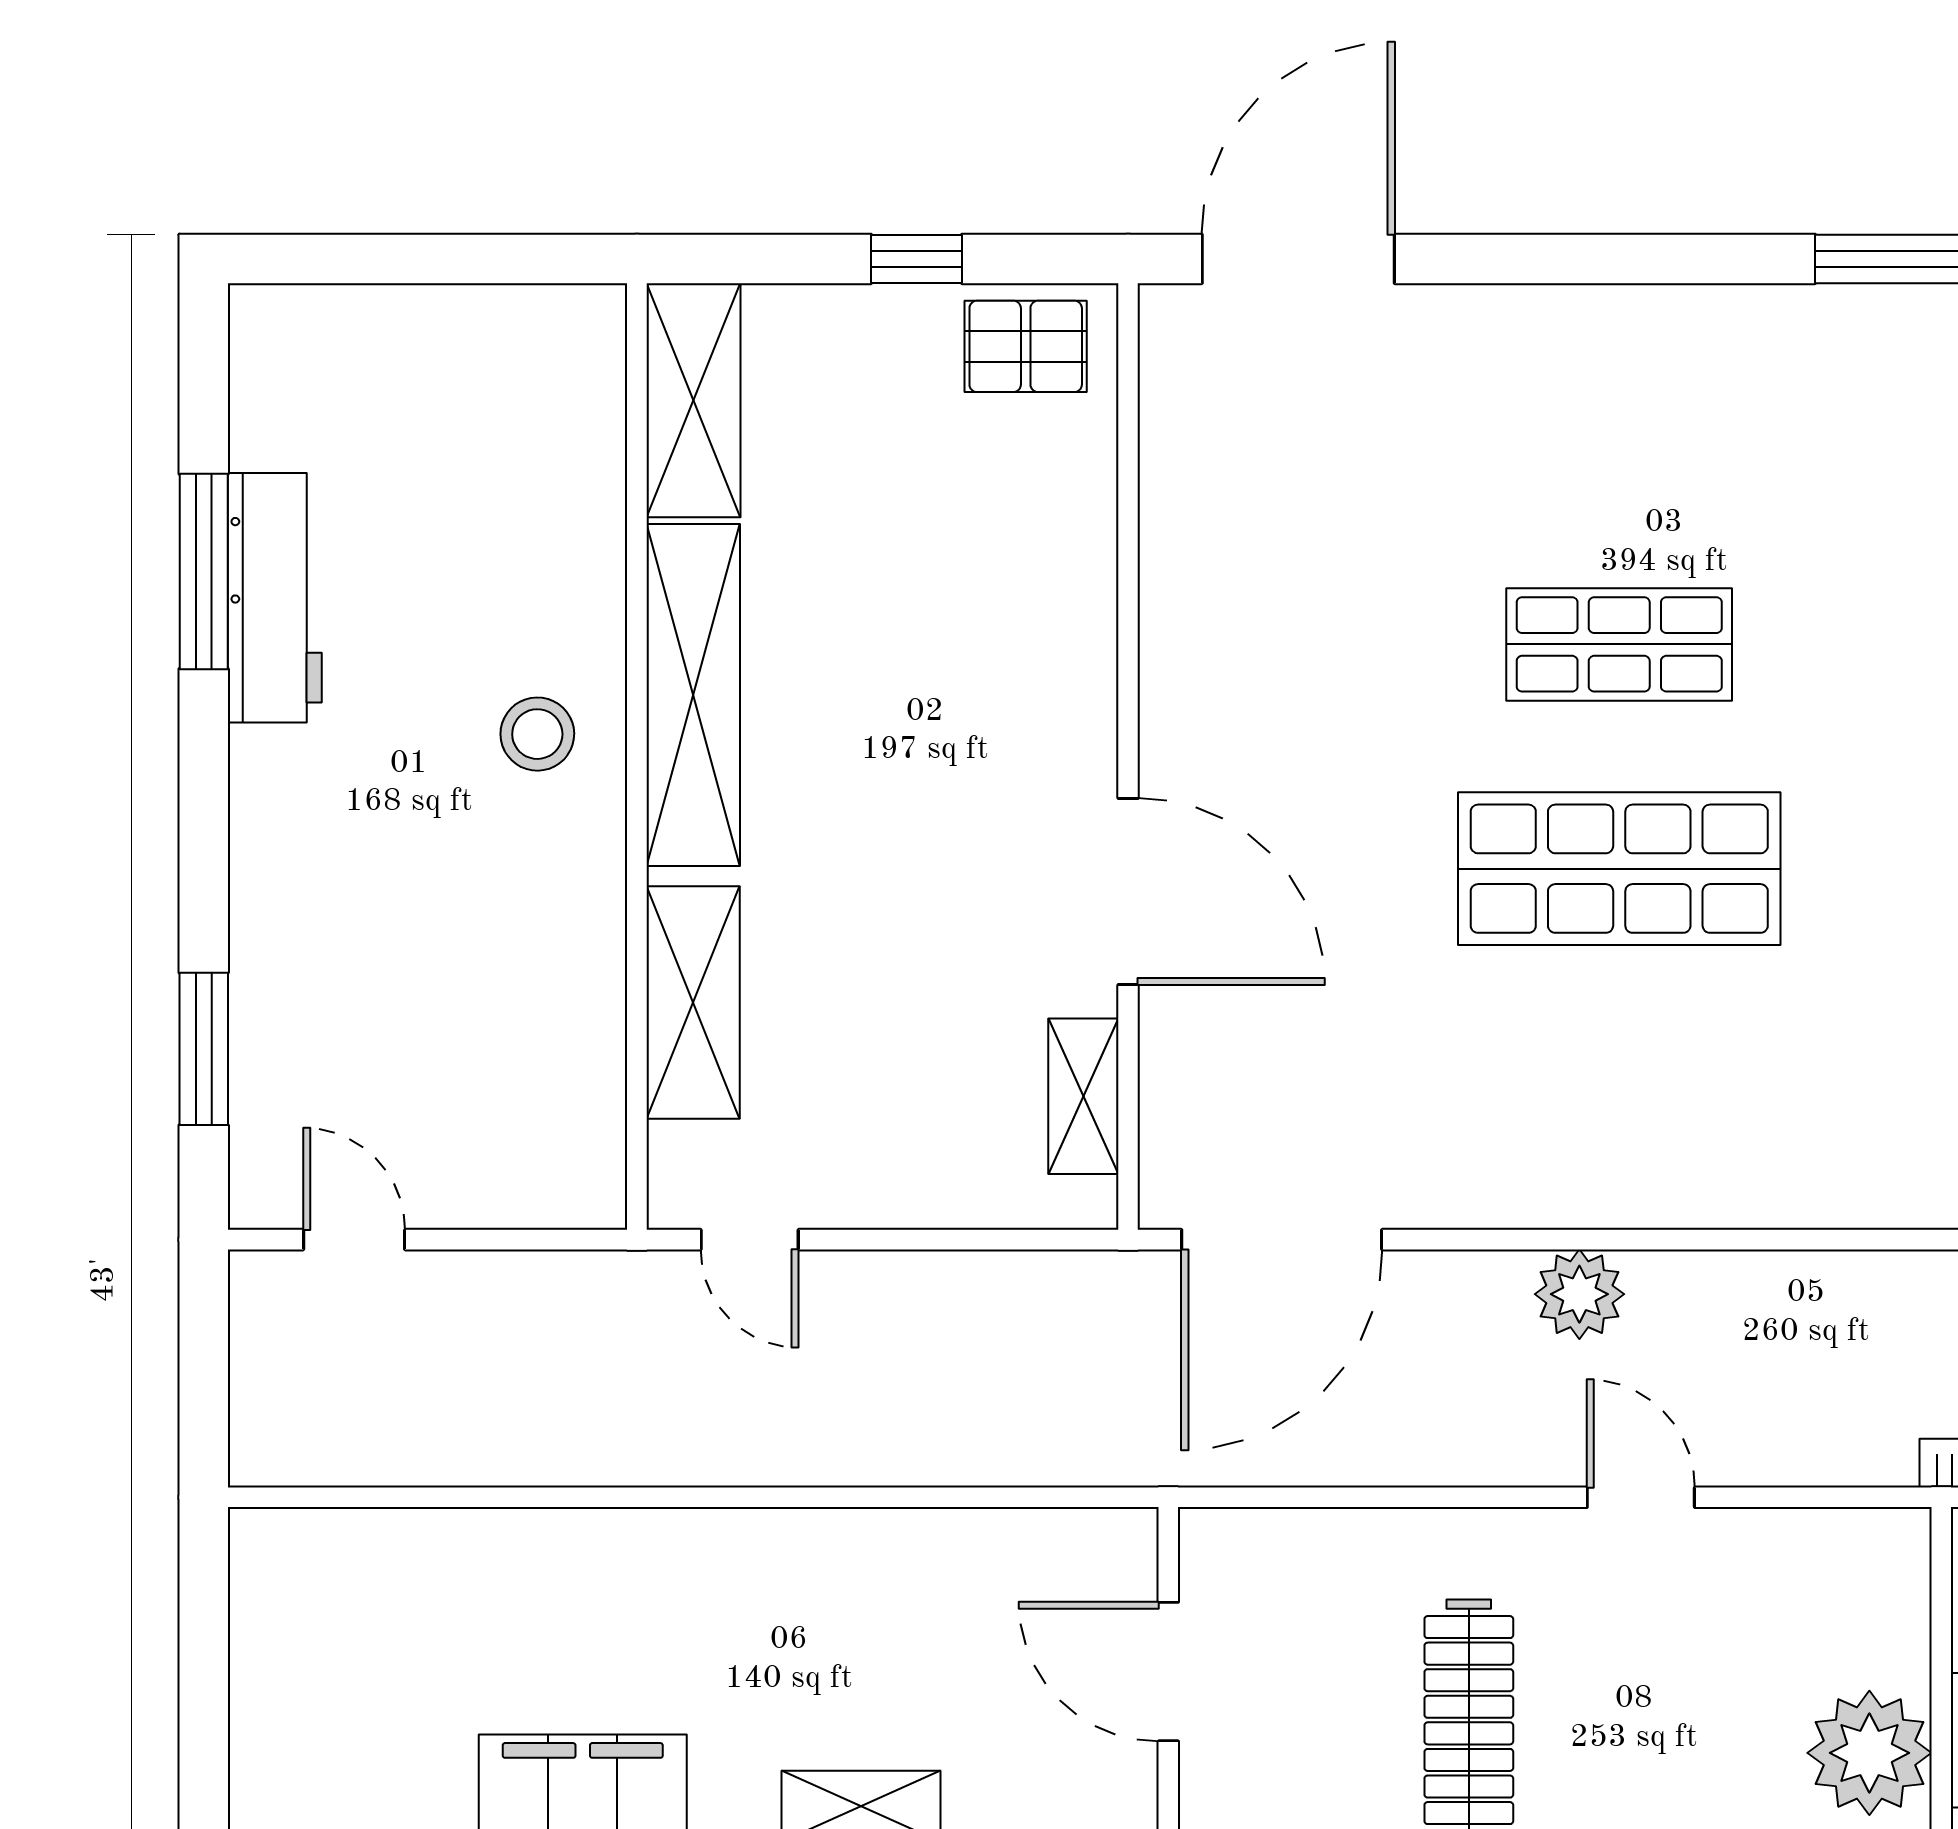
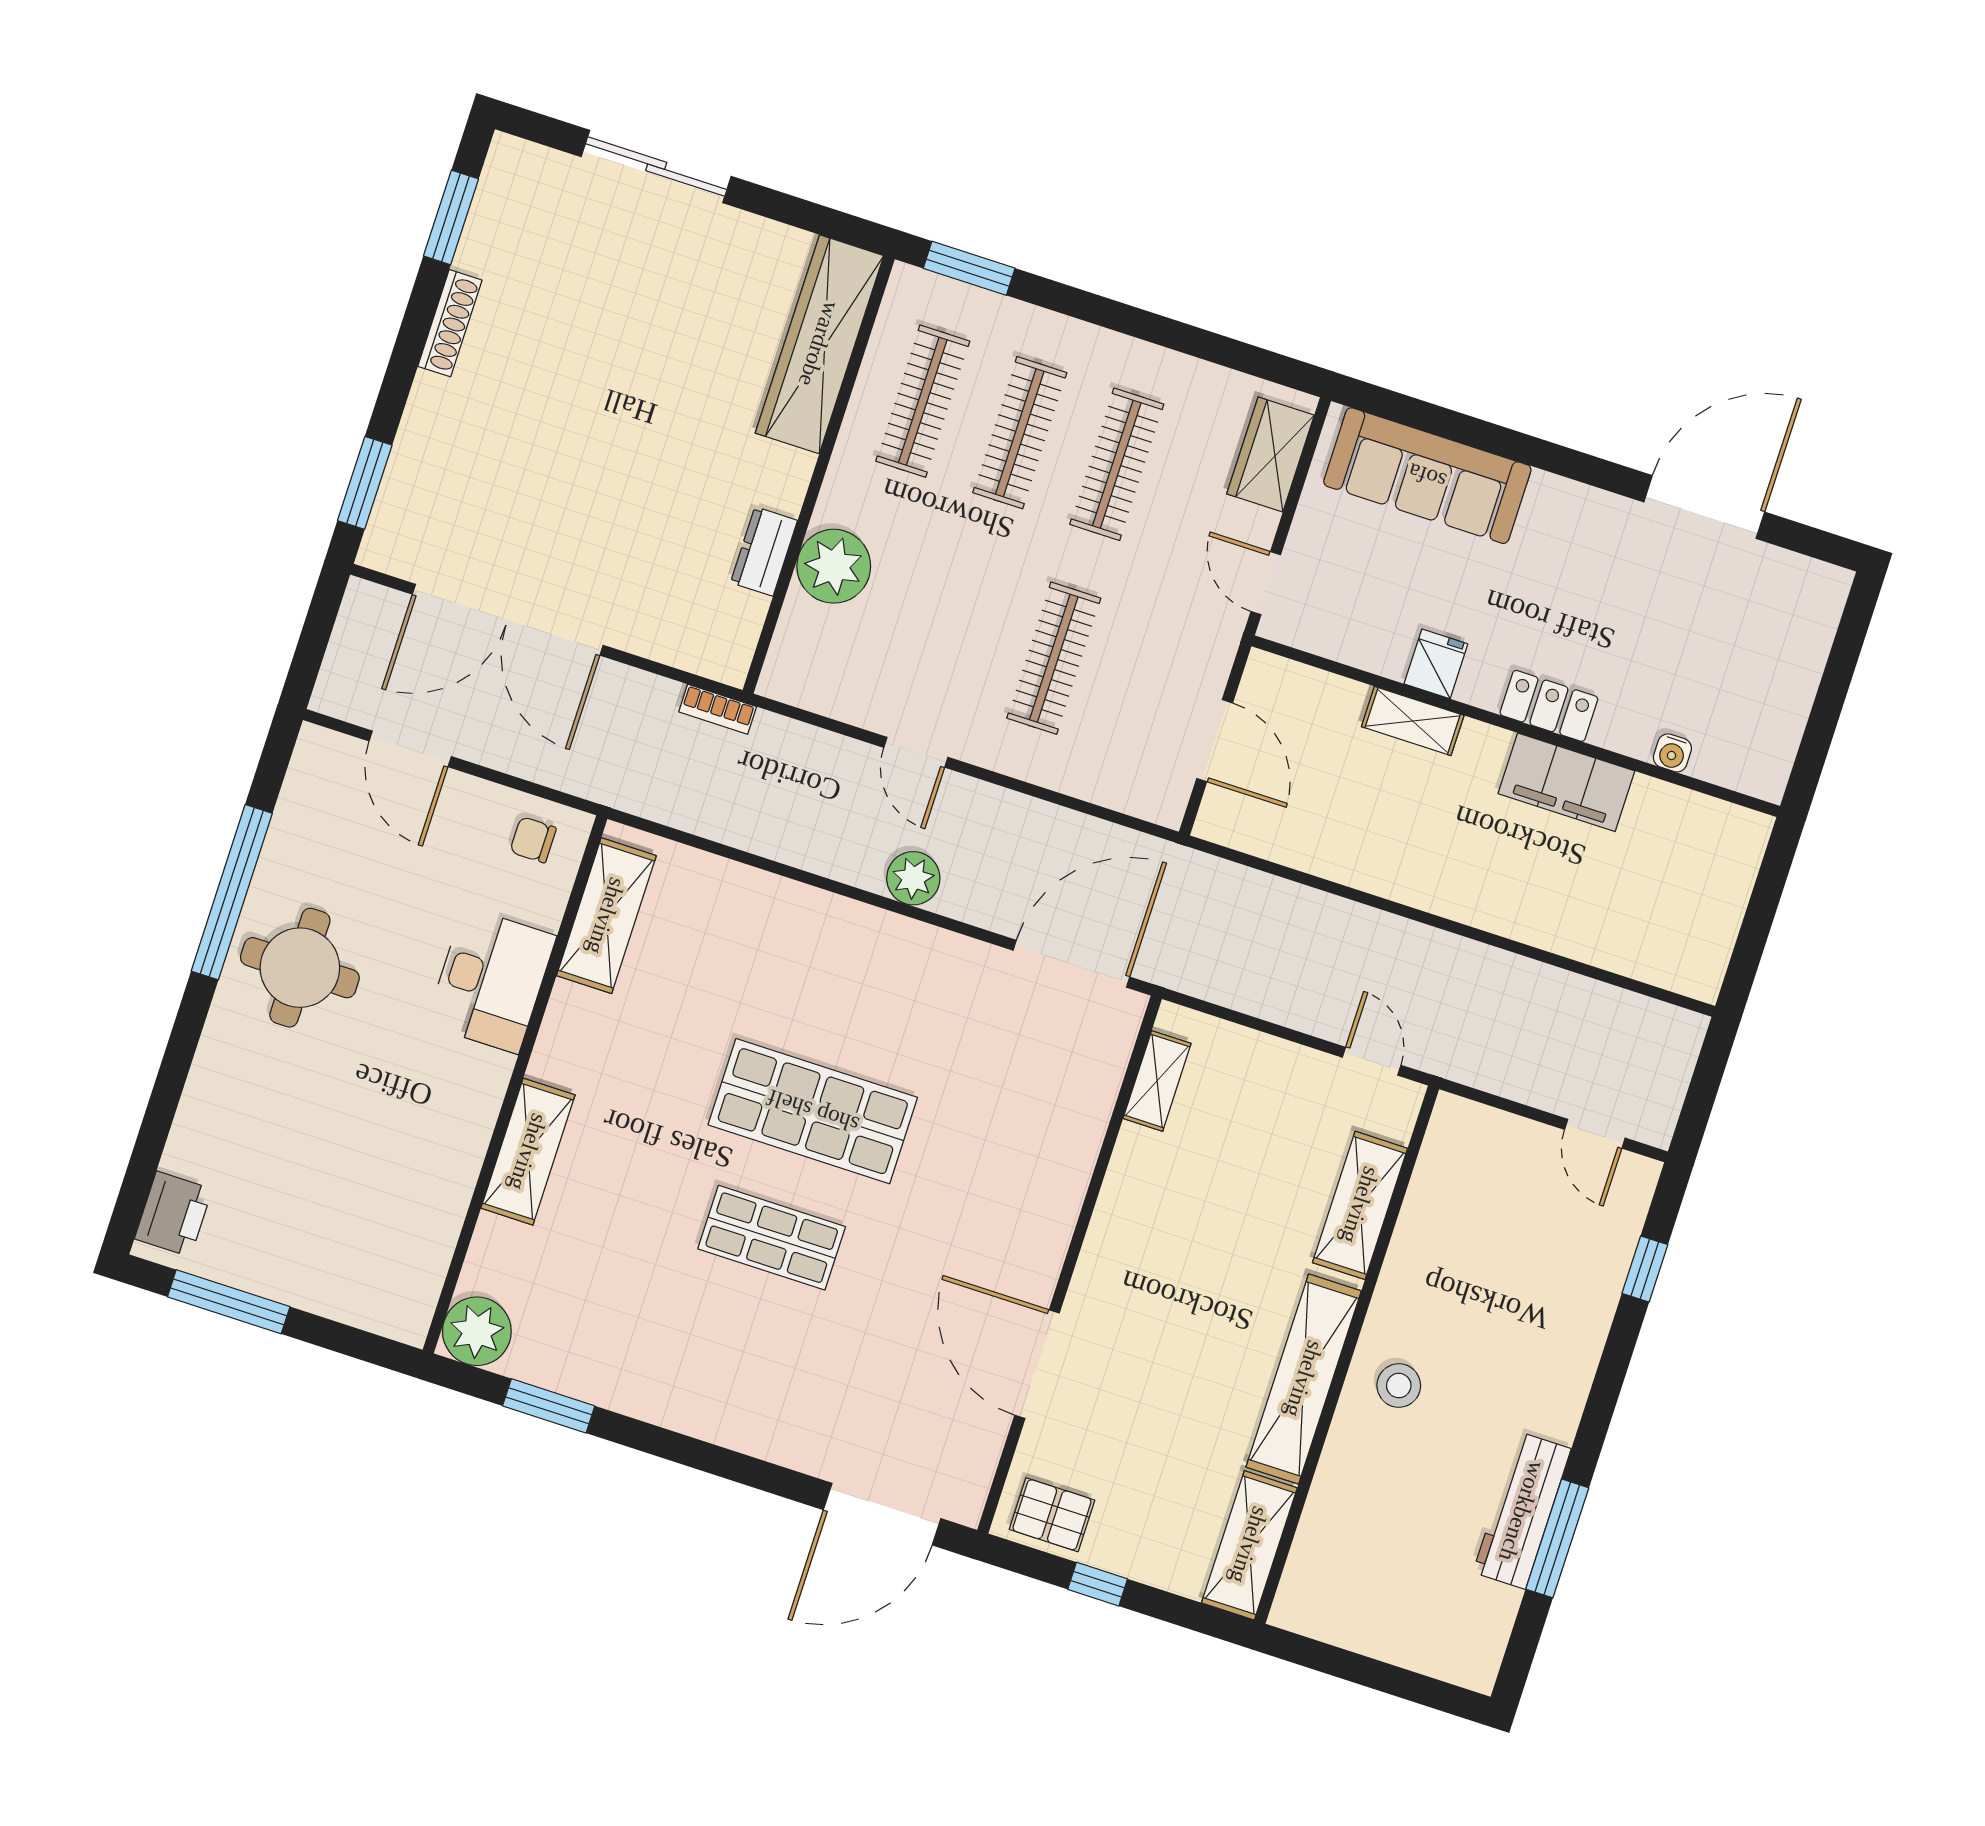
door: (1128, 891) -> (1037, 1364), moved
window: (204, 1049) -> (1645, 1269), width x0.67

